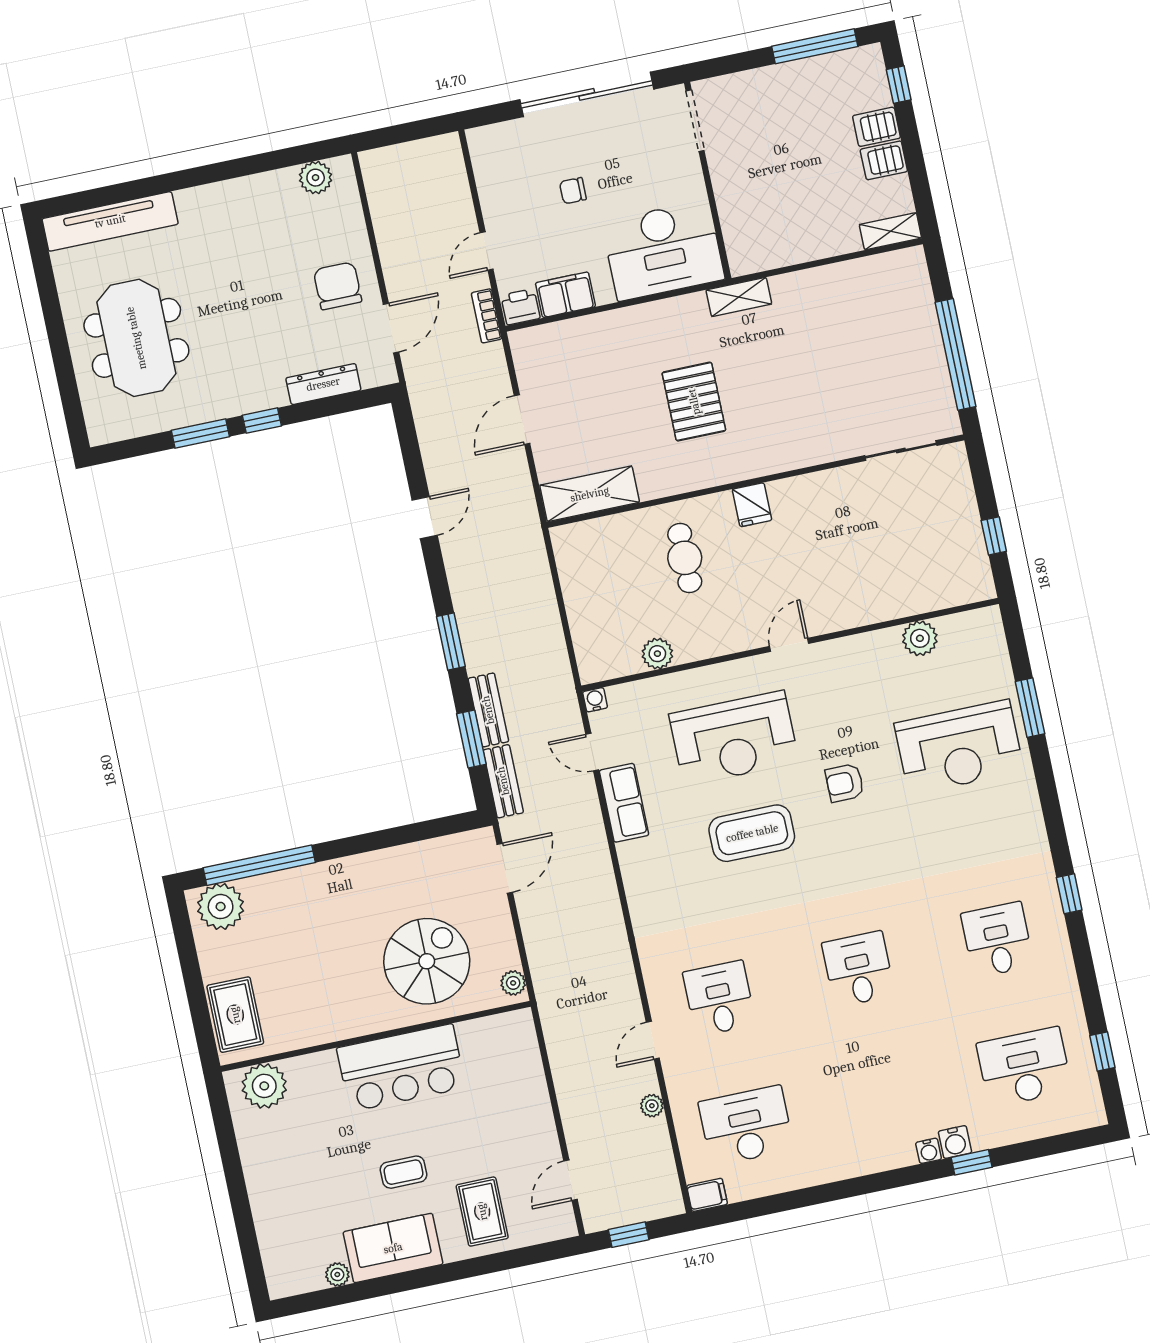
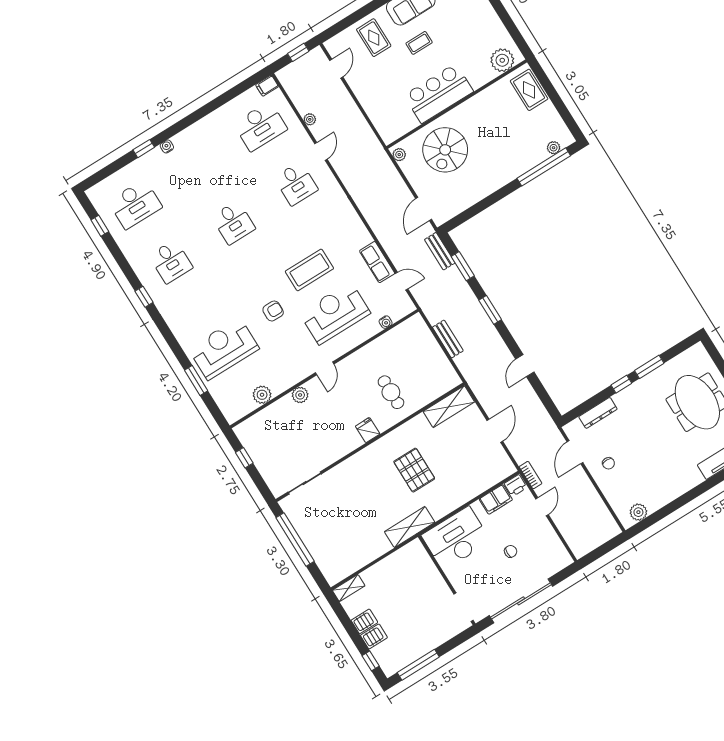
chair: (338, 286) -> (608, 463), width x0.54, depth x0.54
shelving: (739, 297) -> (410, 527), width x1.50, depth x1.33
plant: (657, 654) -> (300, 395), moved
water cooler: (595, 700) -> (386, 322), moved
bench: (488, 710) -> (448, 339), moved
plant: (221, 907) -> (554, 148), width x0.53, depth x0.53
water cooler: (955, 1142) -> (156, 155), removed

